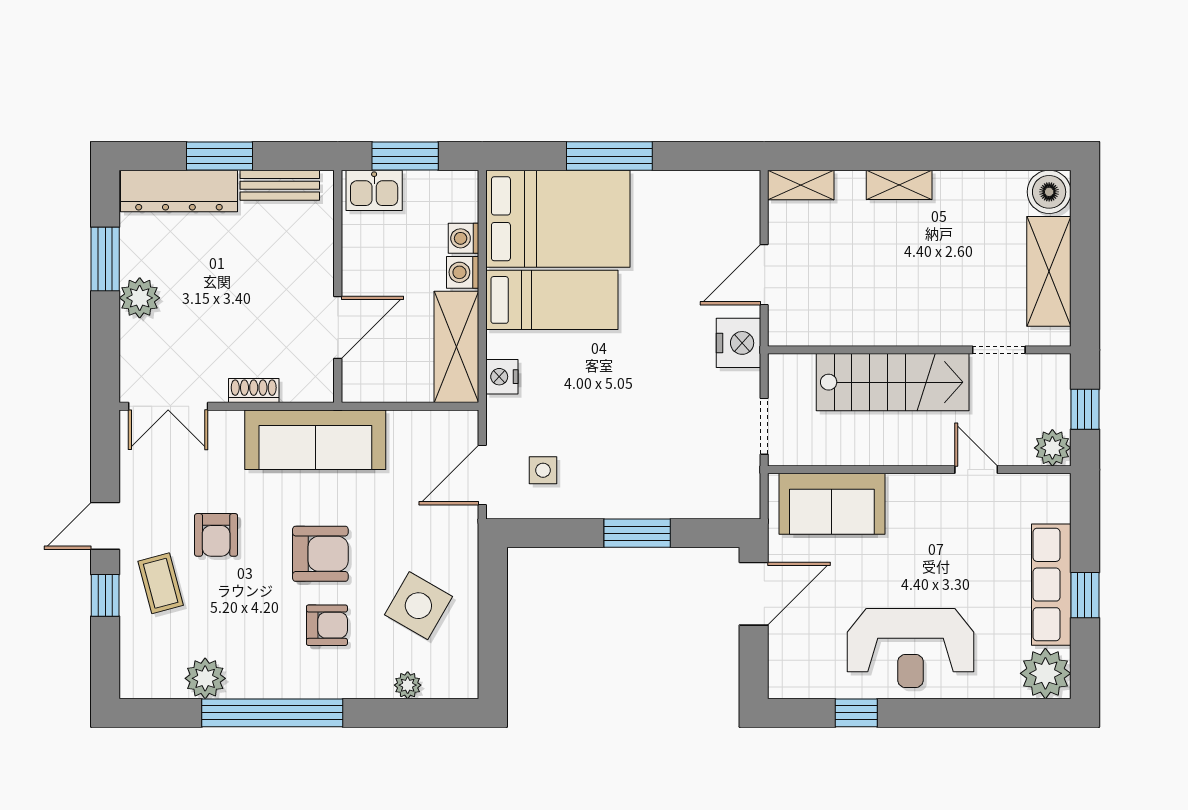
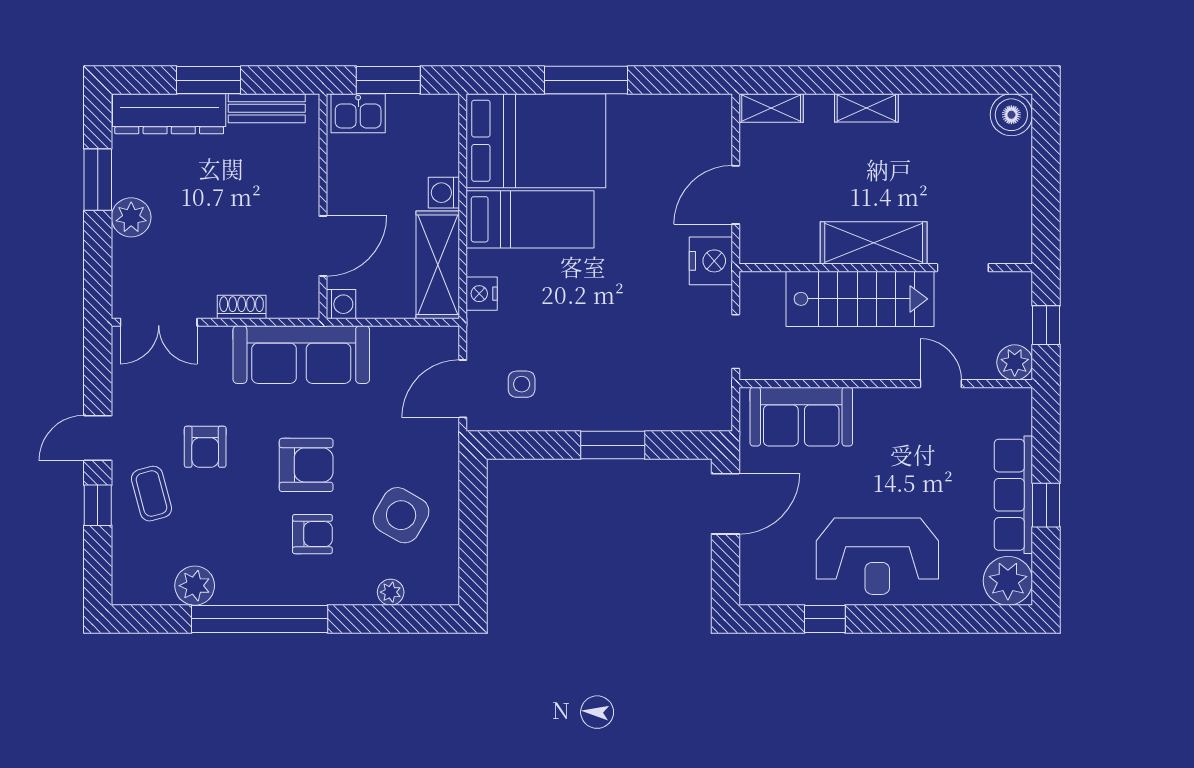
washing machine: (464, 238) -> (341, 304), moved, turned 180
shelving: (1049, 271) -> (874, 243), moved, turned 90

